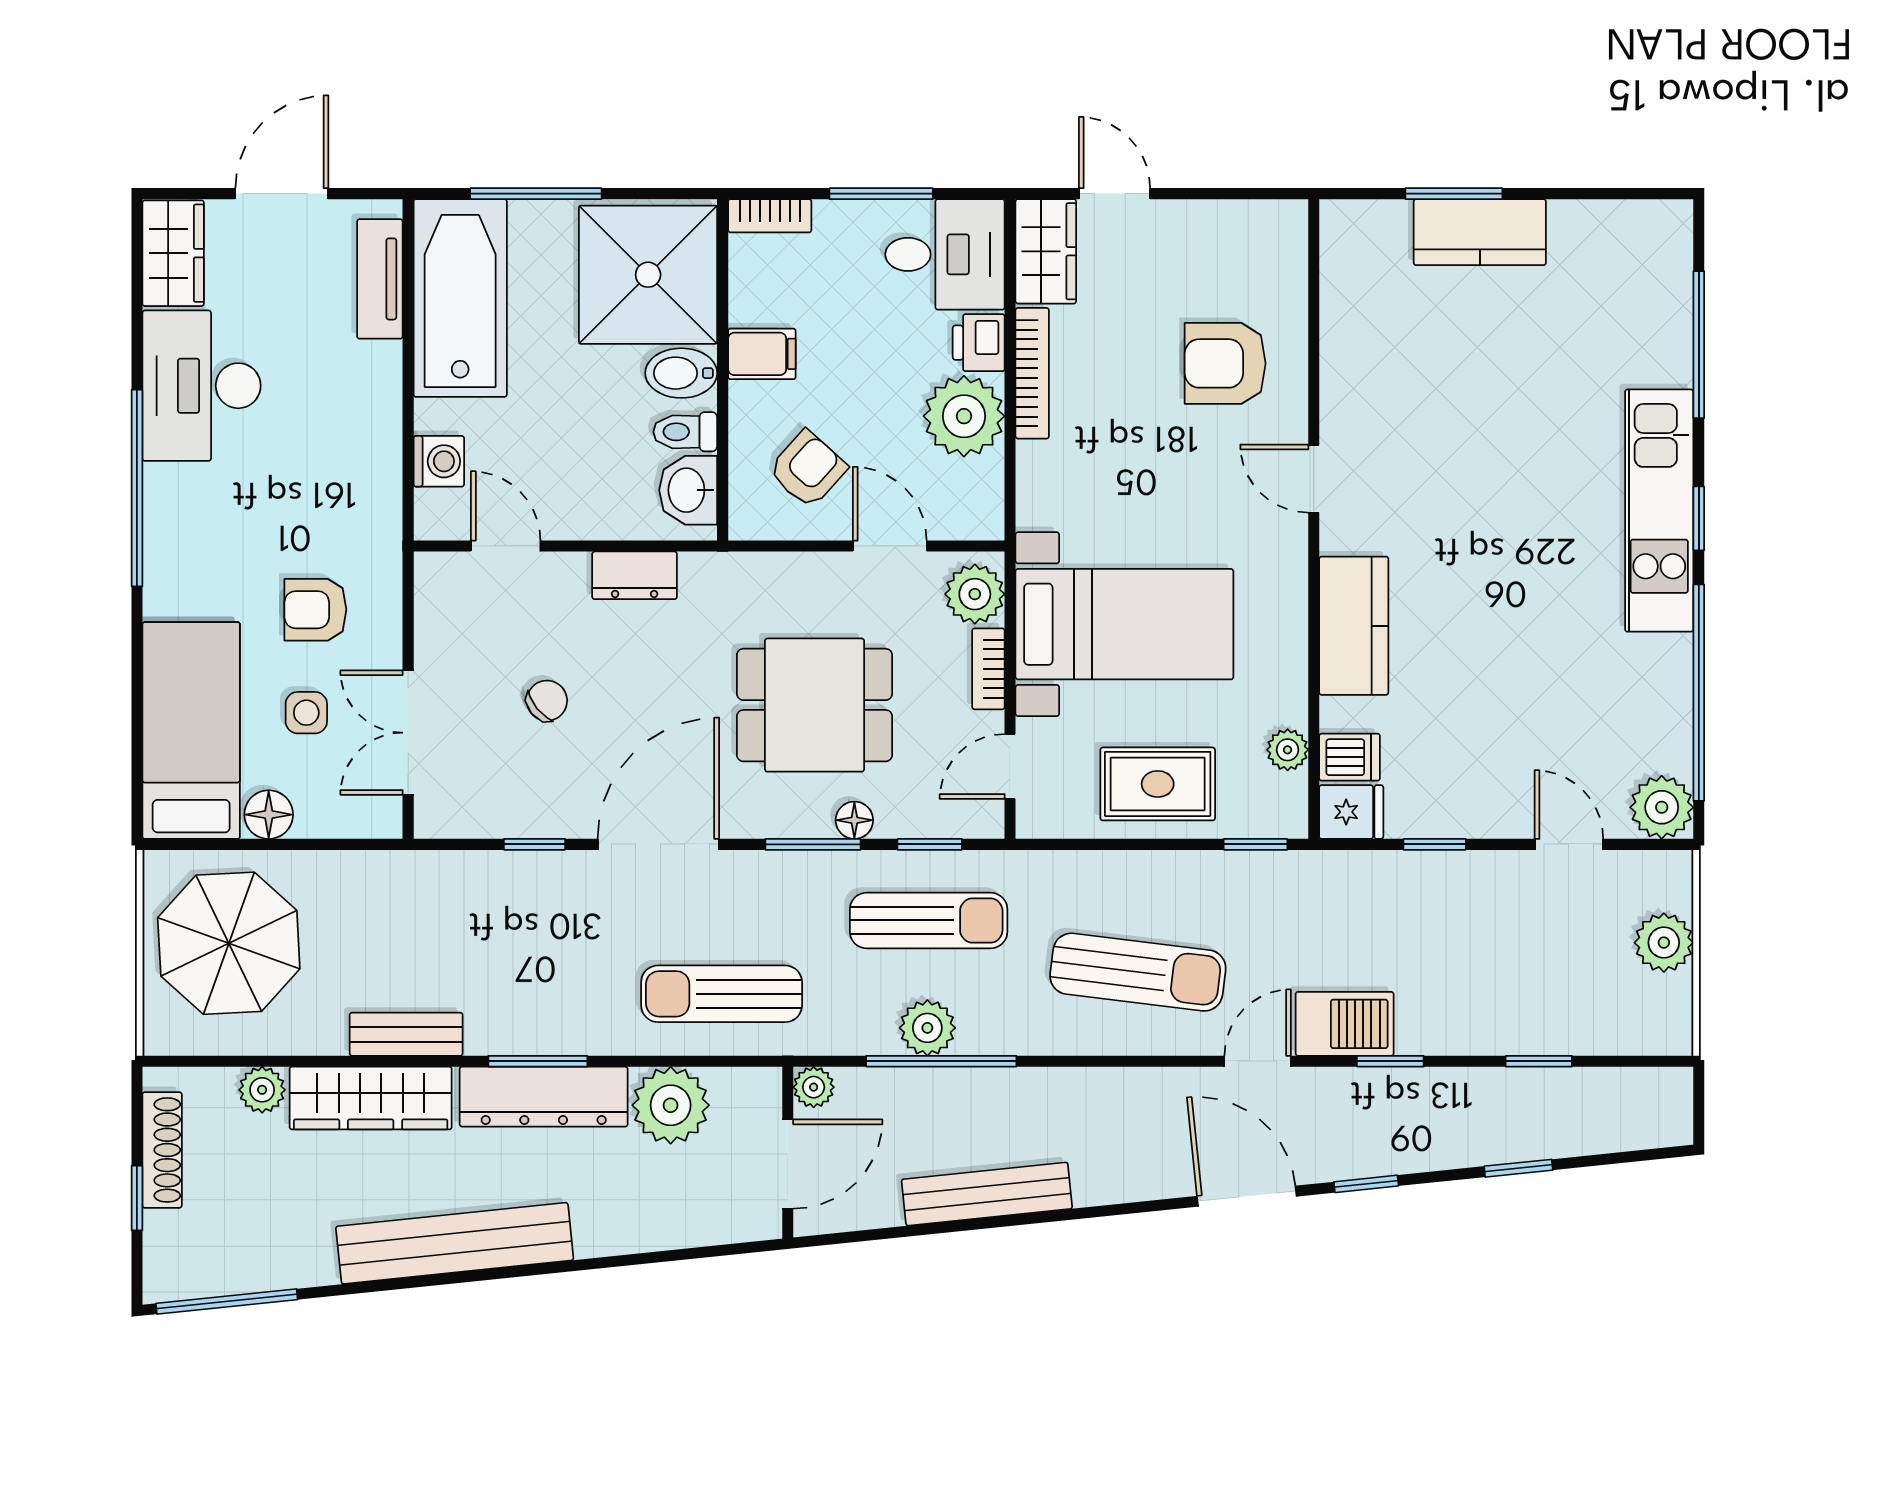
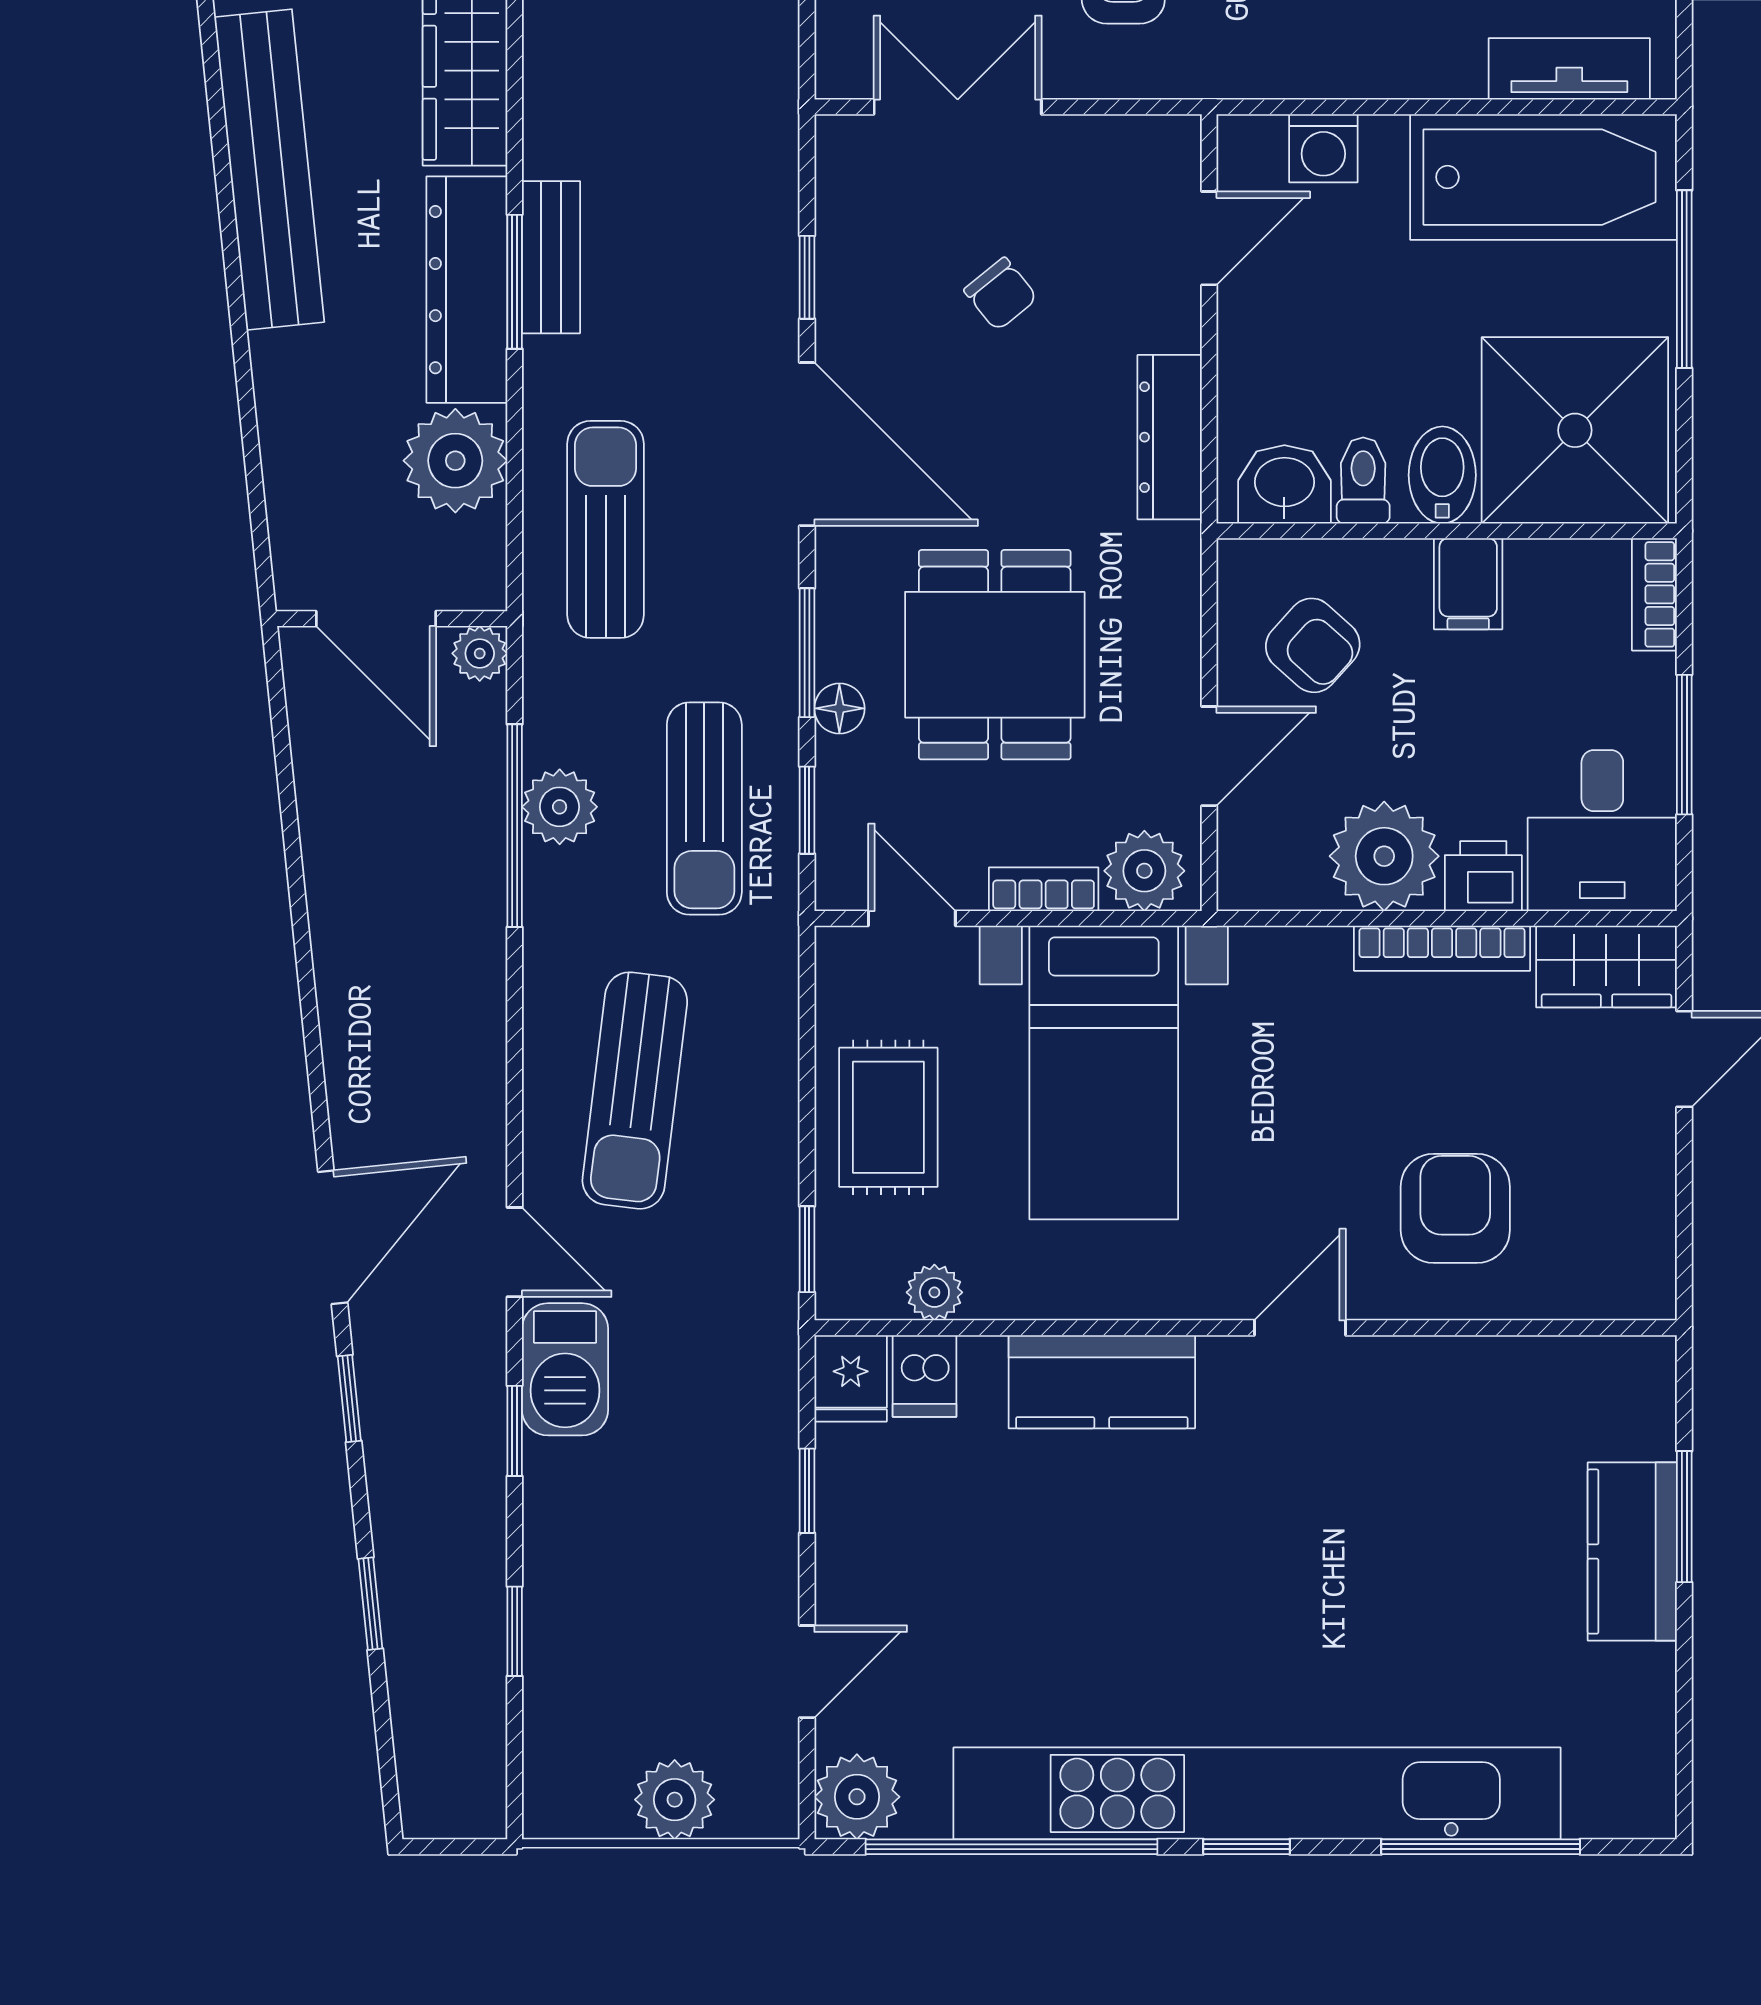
kitchen unit: (1659, 511) -> (1257, 1793), width x1.86
dresser: (635, 575) -> (1170, 437), width x1.44
bench: (406, 1034) -> (551, 257), moved
bench: (987, 1194) -> (336, 887), removed

